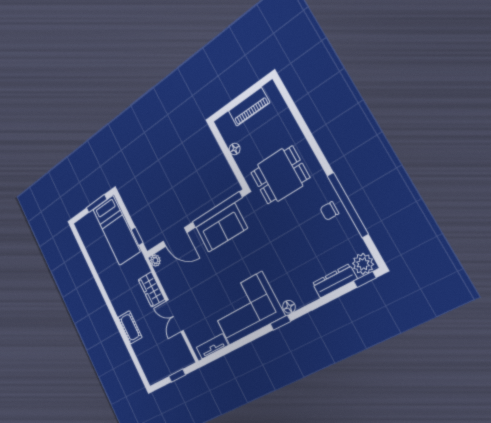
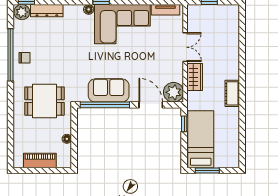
plant: (155, 260) -> (174, 92), width x1.88, depth x1.88
cot: (130, 327) -> (232, 93), moved

